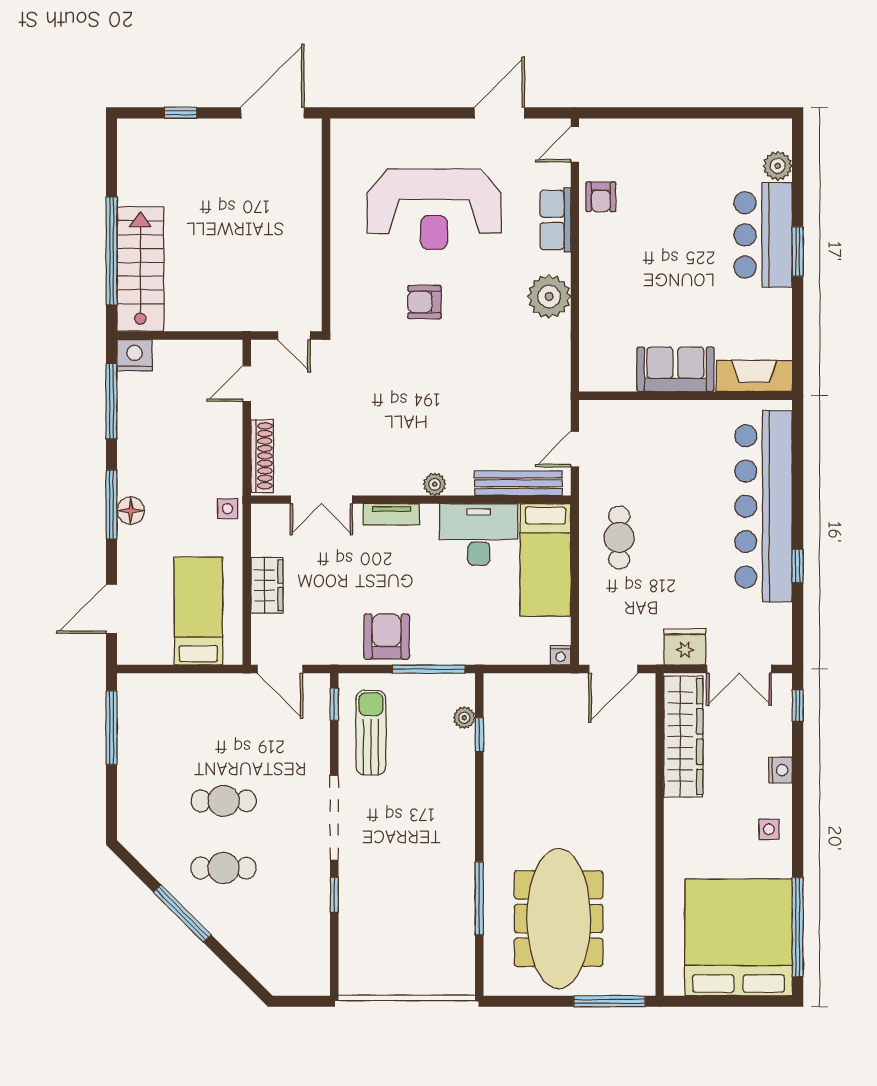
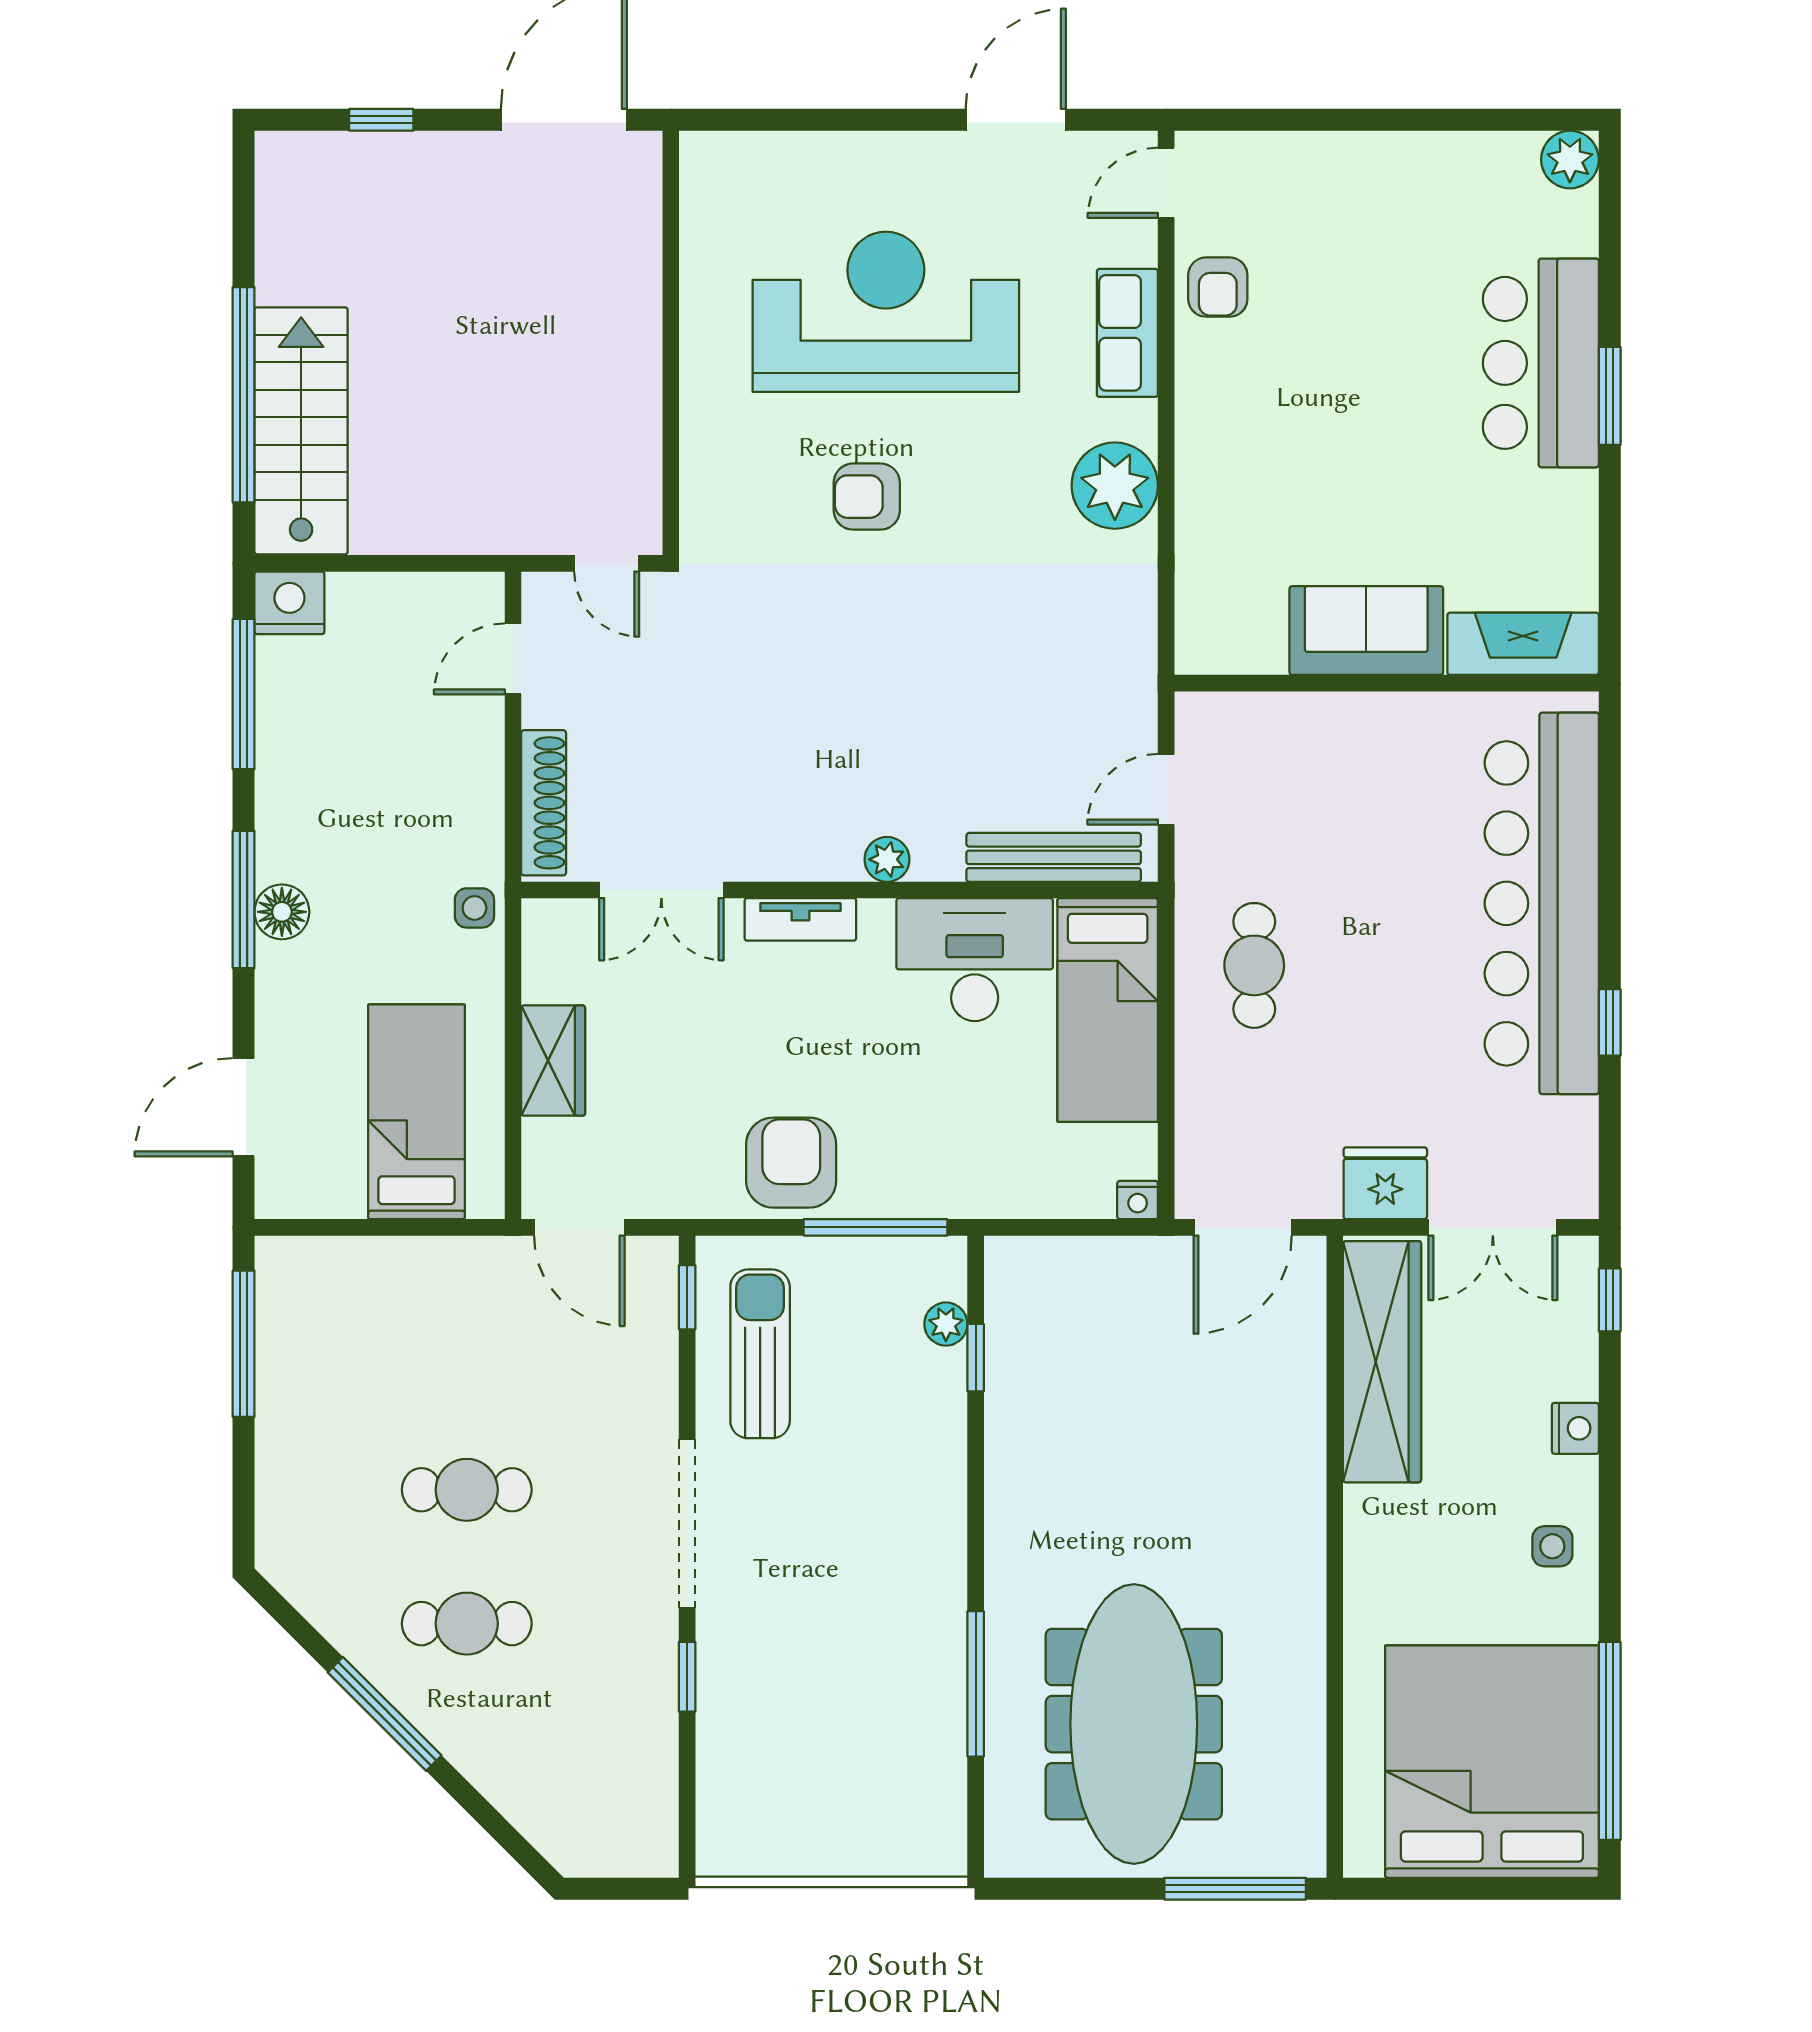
plant: (778, 166) -> (1570, 160), moved
reception desk: (434, 209) -> (886, 312), turned 180

